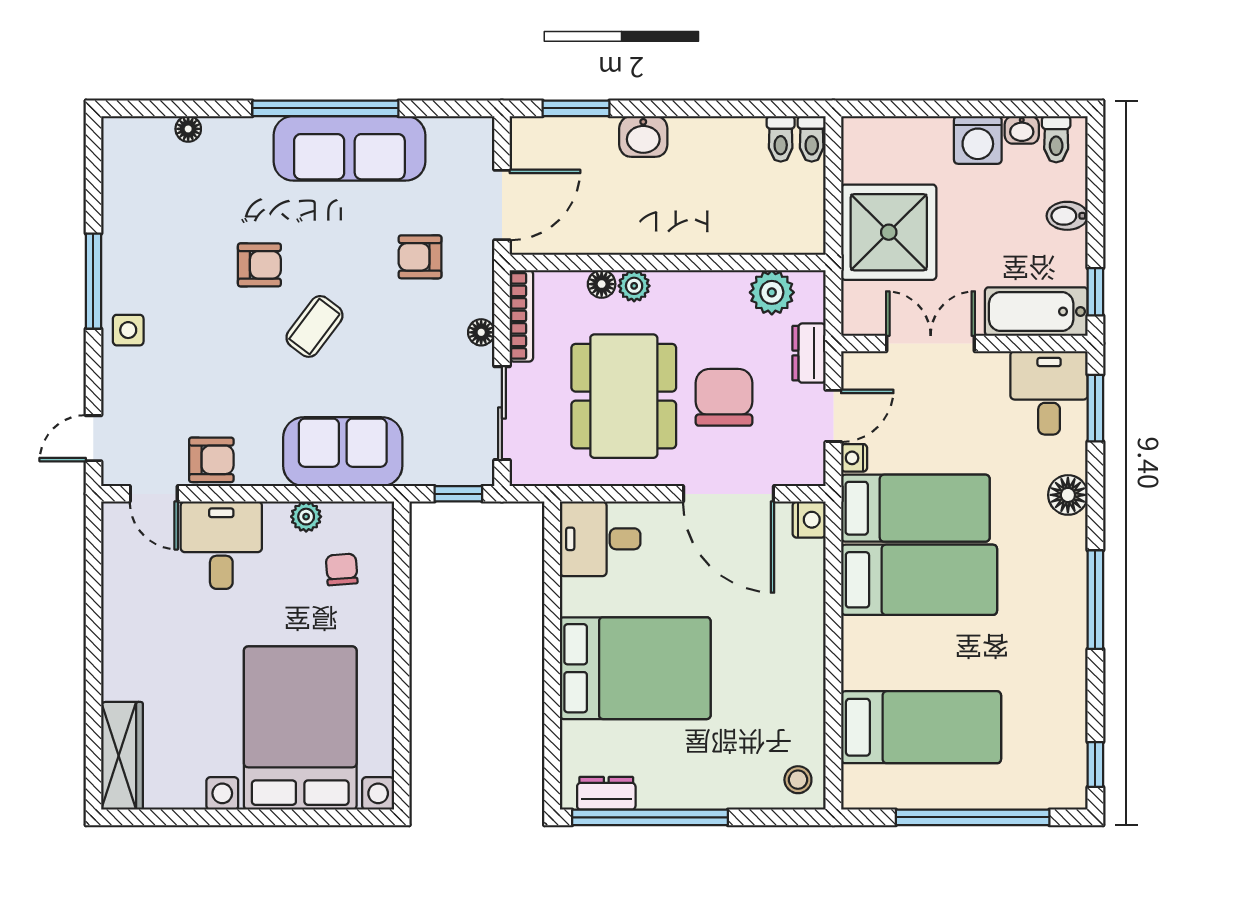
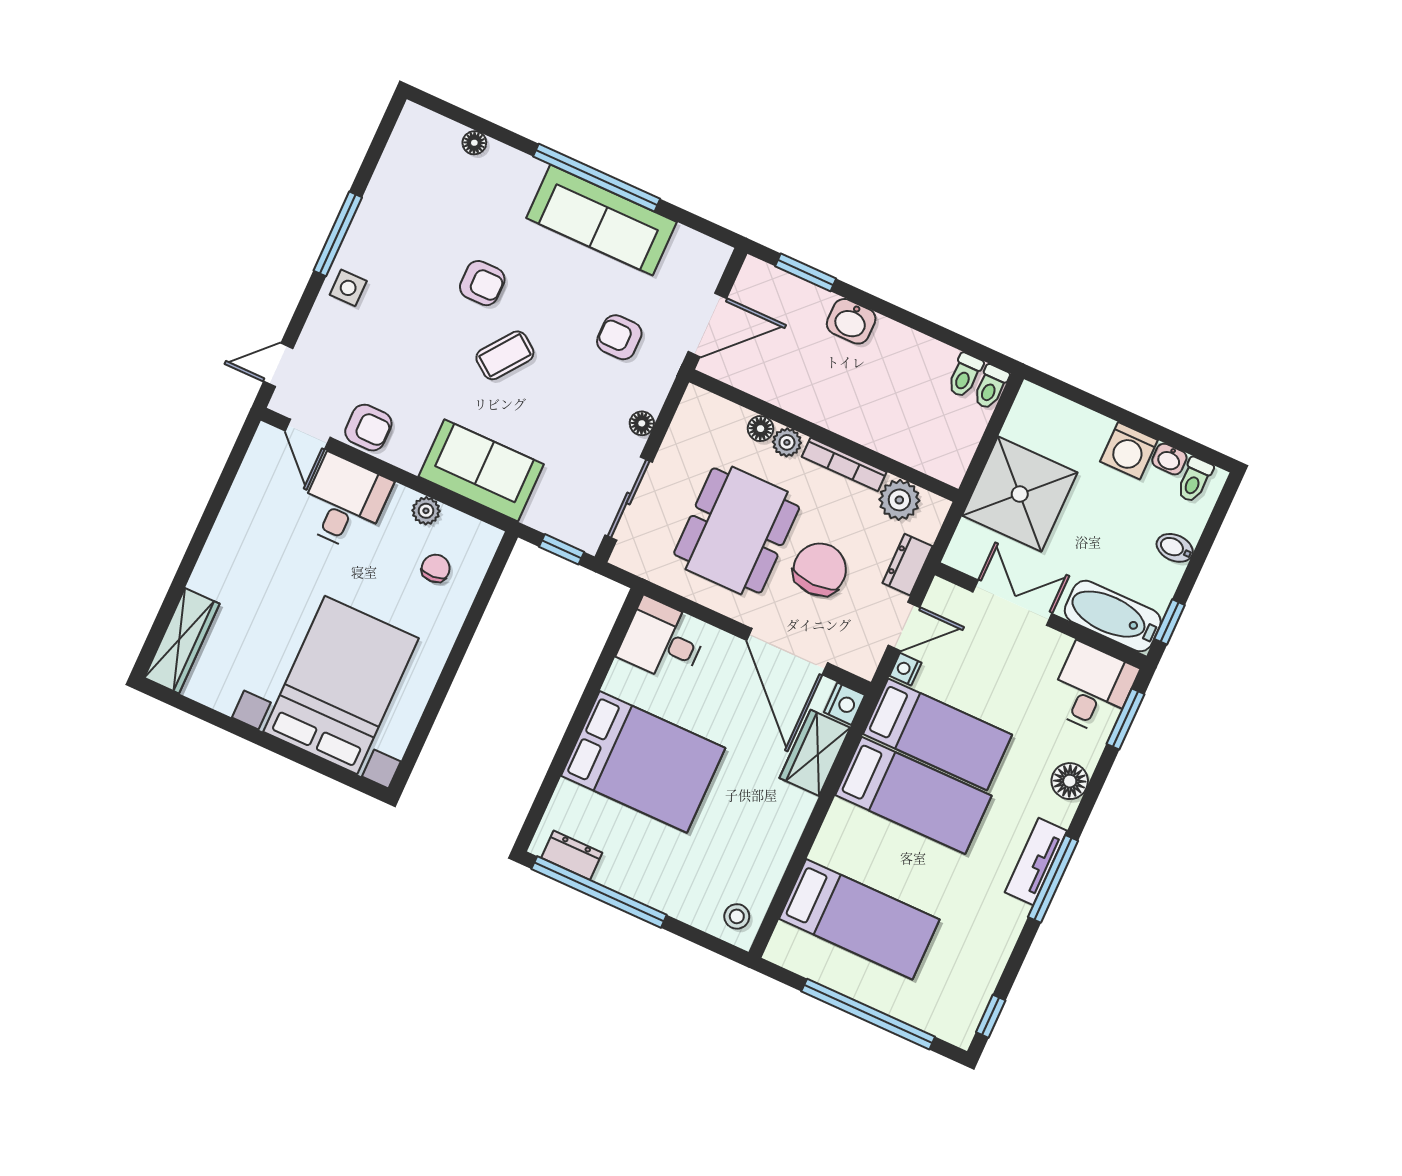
bookcase: (521, 316) -> (844, 464), moved, turned 90
wardrobe: (802, 582) -> (815, 753), added
tv unit: (1071, 590) -> (1036, 861), added

